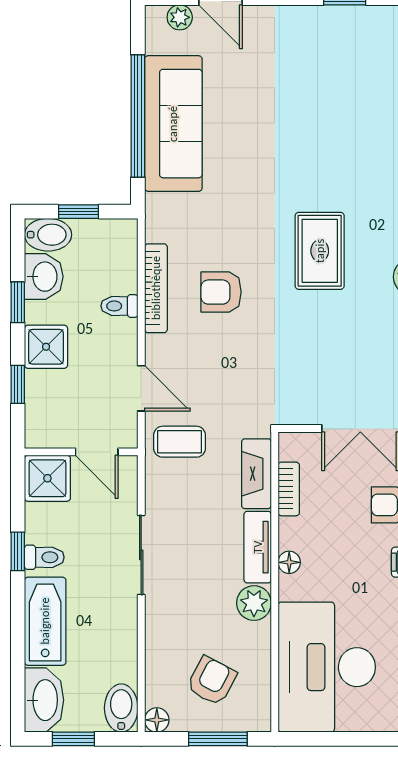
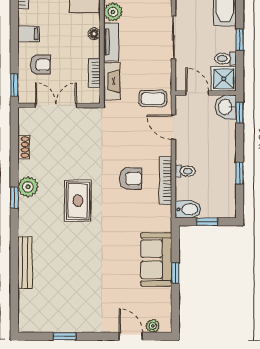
window: (138, 116) -> (175, 273), width x0.32
sofa: (173, 124) -> (156, 259), width x0.73
bidet: (48, 235) -> (188, 209), moved, turned 180
washbasin: (44, 277) -> (226, 107), moved
shower: (46, 347) -> (224, 149), removed
window: (18, 384) -> (240, 113), moved
toilet: (44, 557) -> (225, 59), moved

